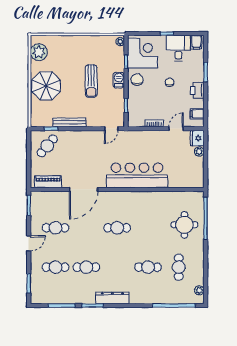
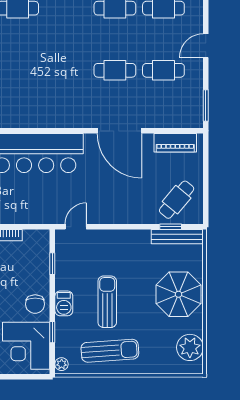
sun lounger: (89, 50) -> (110, 351), added
bench: (69, 122) -> (177, 237), moved
door: (84, 189) -> (119, 131), swing flipped
cafe table: (117, 228) -> (115, 70), moved

